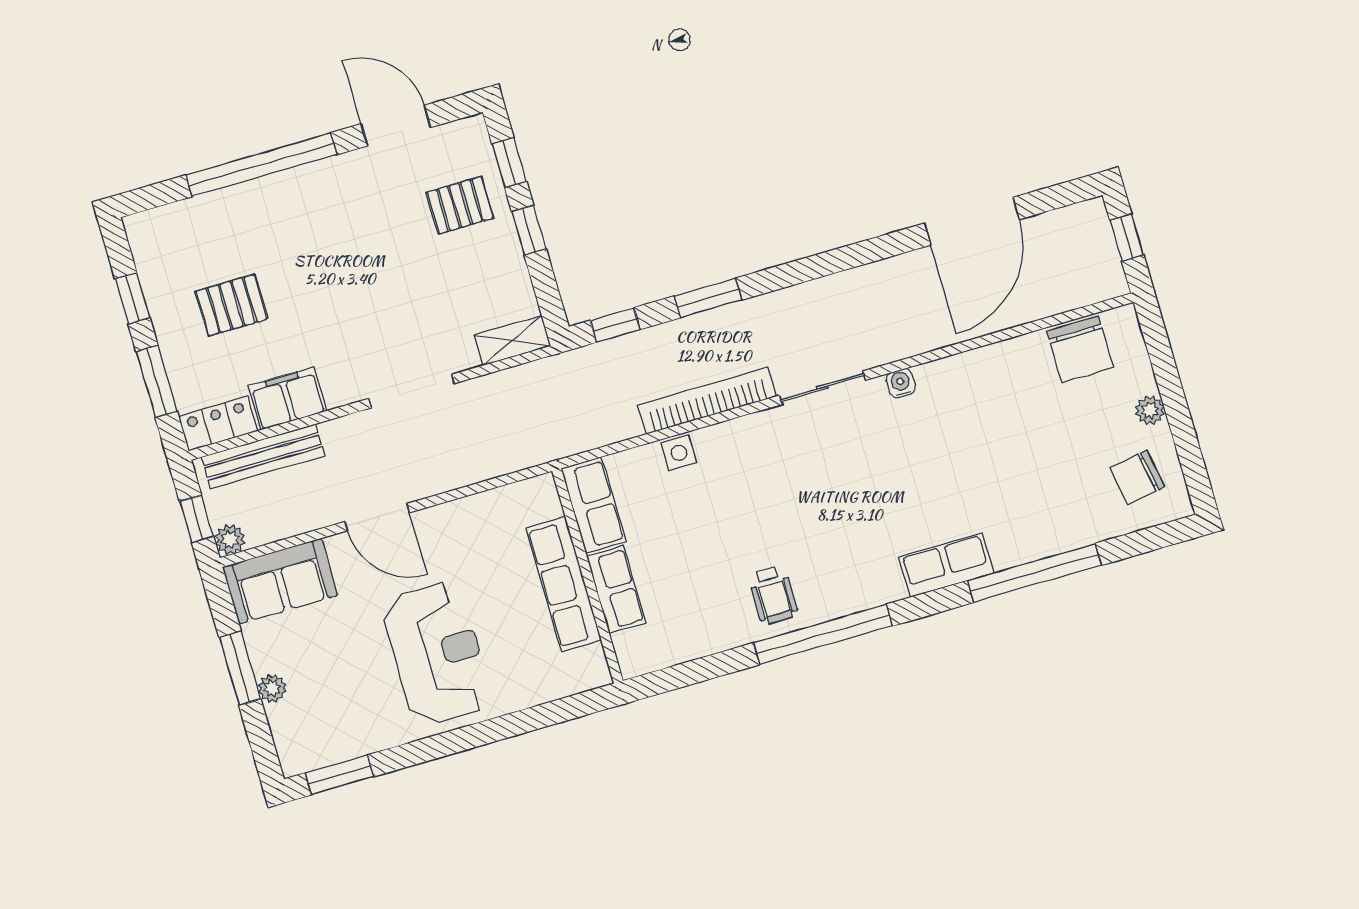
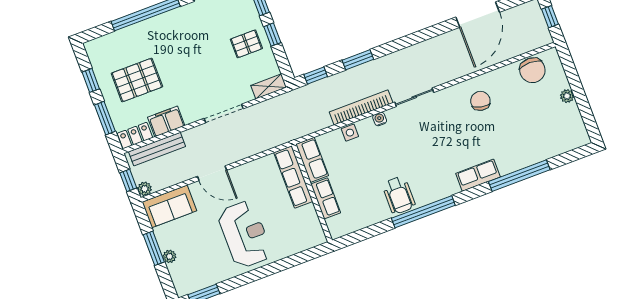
pallet: (460, 205) -> (246, 44), moved
pallet: (231, 305) -> (137, 80), width x1.50, depth x1.42
water cooler: (901, 383) -> (380, 119), moved
chair: (1137, 477) -> (480, 101), moved, turned 112
row of seats: (564, 584) -> (293, 177), moved
wheelchair: (773, 595) -> (399, 195), width x1.36, depth x1.37

